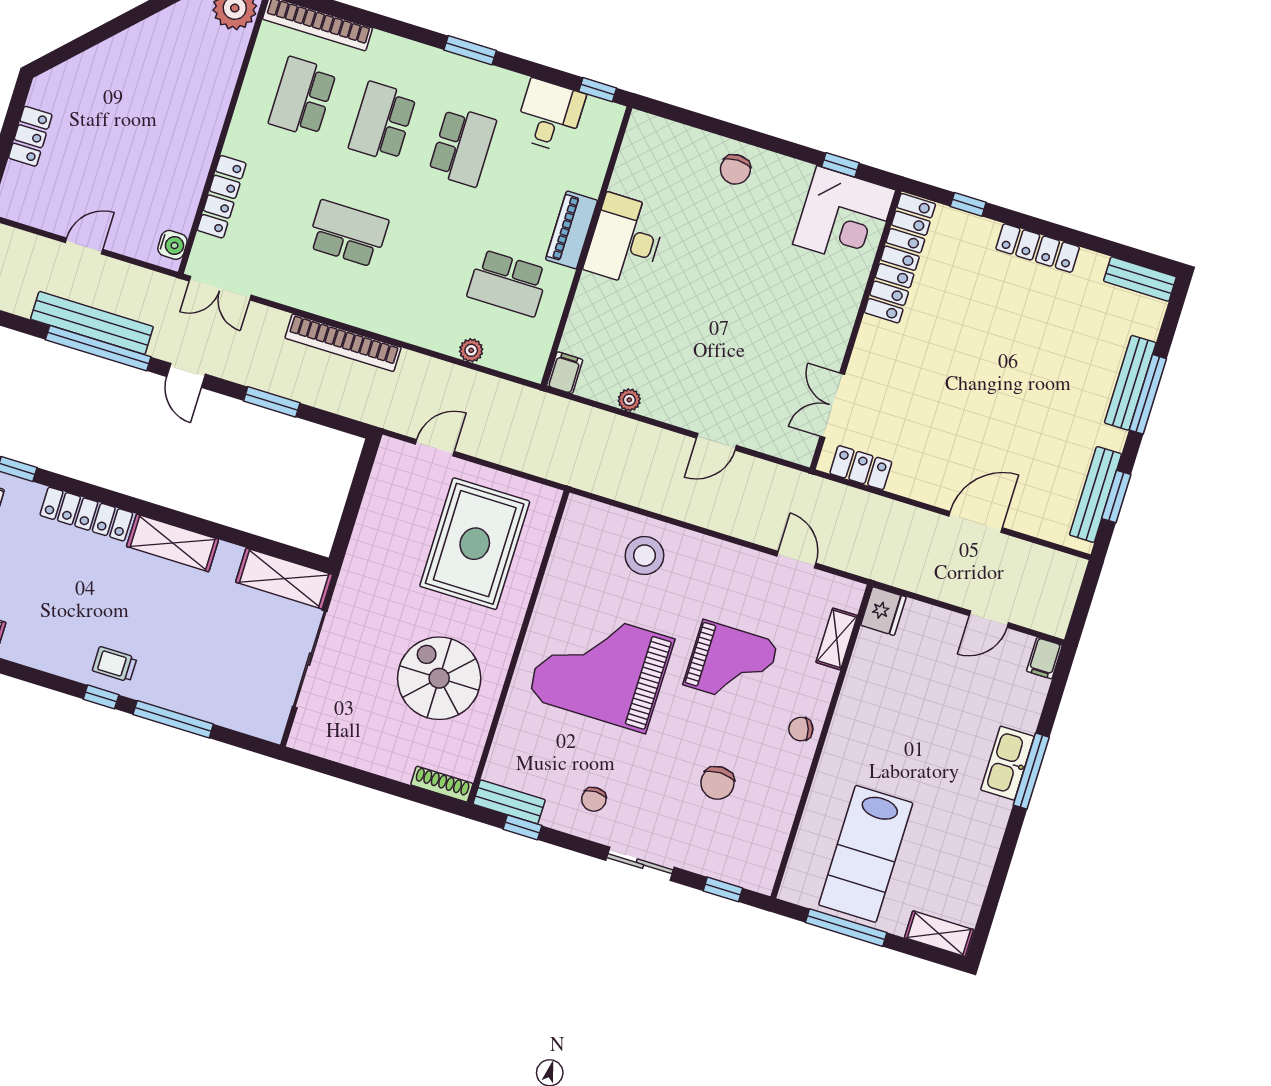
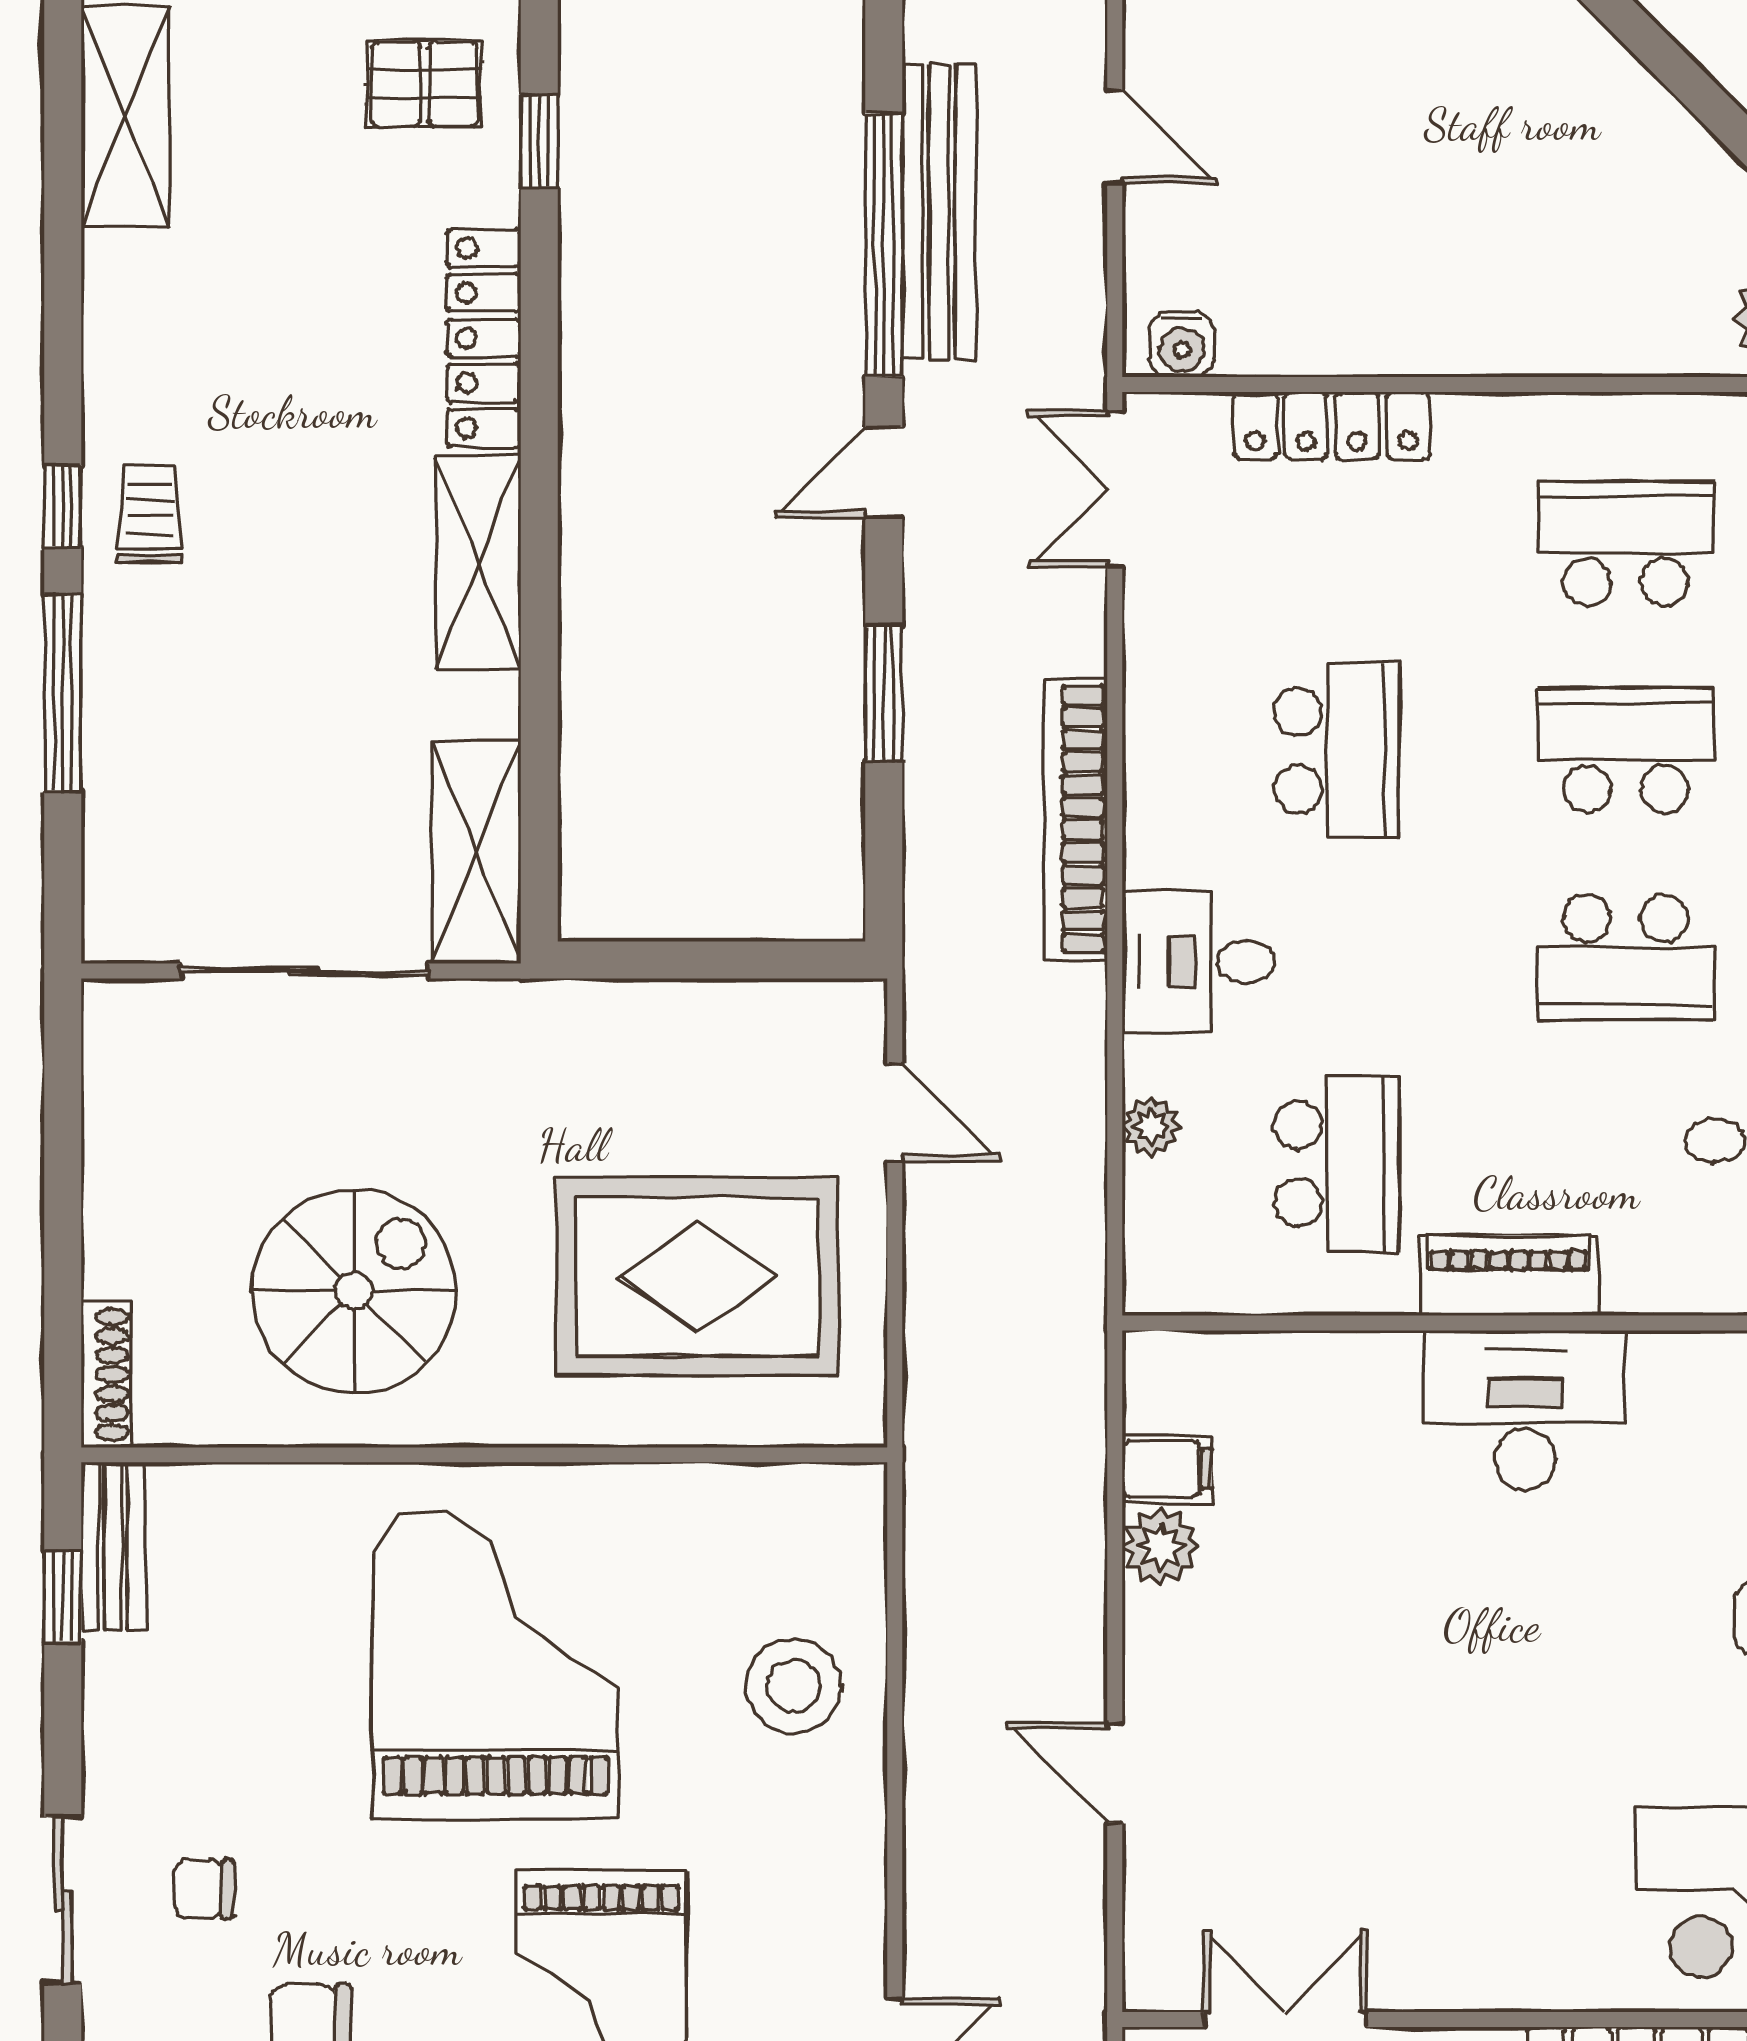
school desk: (508, 283) -> (1337, 1164), turned 180
desk: (413, 312) -> (1199, 961), added
filing cabinet: (565, 373) -> (1167, 1469), moved
plant: (629, 400) -> (1160, 1547), width x1.38, depth x1.38
chair: (594, 799) -> (204, 1889), moved

